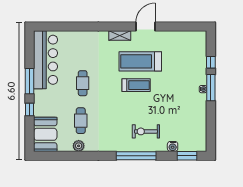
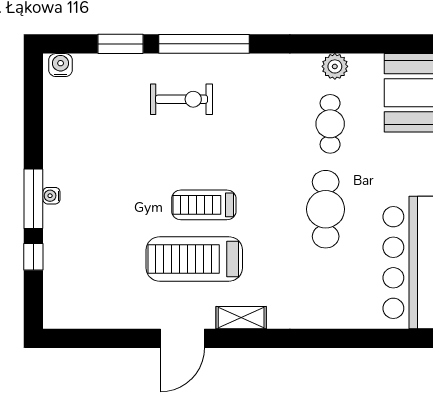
treadmill: (140, 61) -> (194, 259), turned 180
cafe table: (83, 83) -> (326, 209), width x1.37, depth x1.35
water cooler: (173, 146) -> (61, 65), moved
window: (187, 156) -> (120, 44), moved

